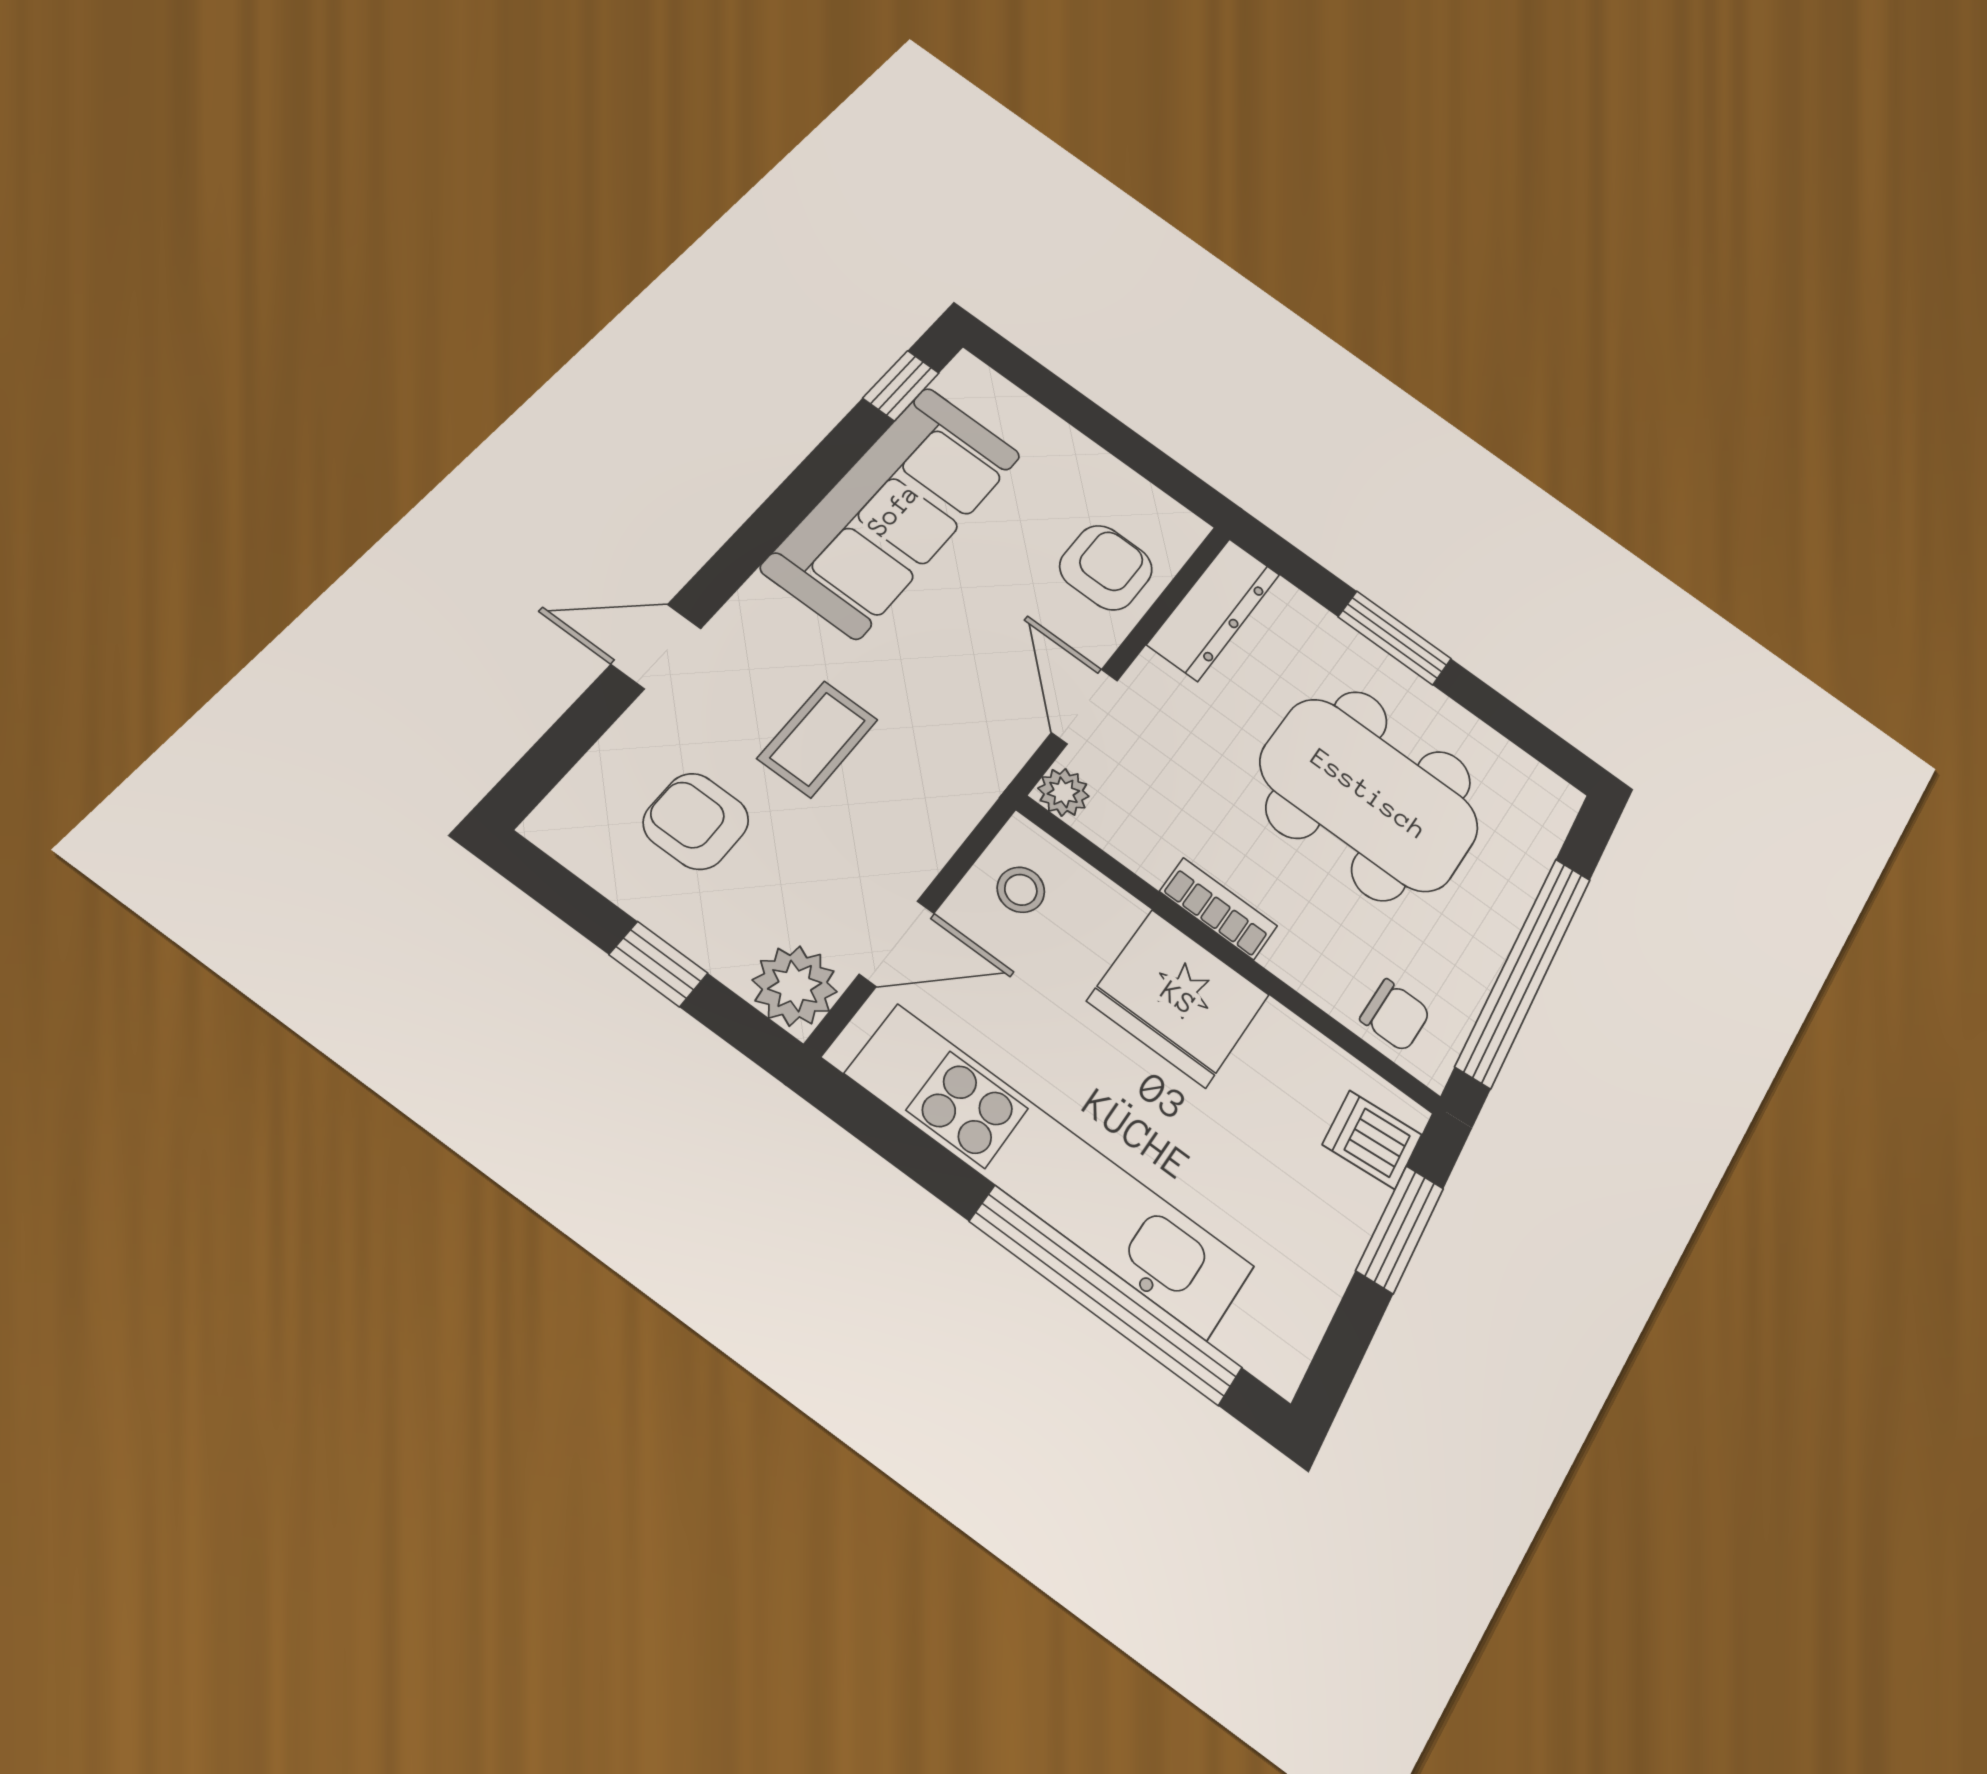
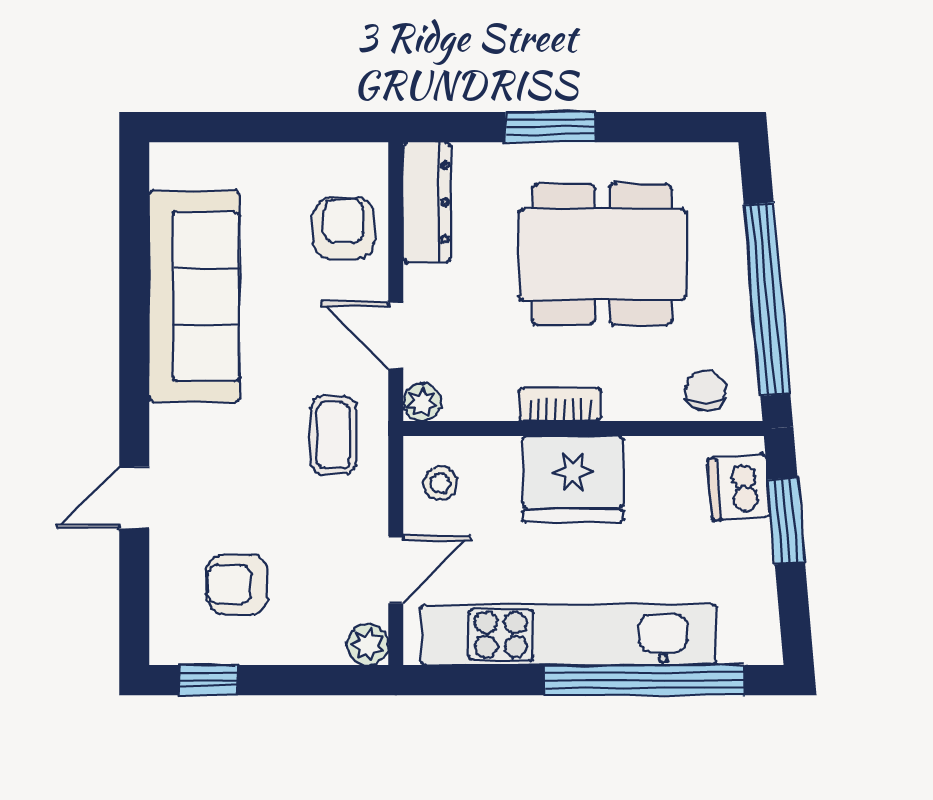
window: (901, 386) -> (134, 204), removed
coffee table: (818, 739) -> (333, 435), moved
window: (658, 964) -> (208, 680), moved
plant: (795, 986) -> (368, 644), width x0.73, depth x0.73
chair: (1395, 1015) -> (706, 390), turned -90
dishwasher: (1372, 1140) -> (739, 488), width x1.38

